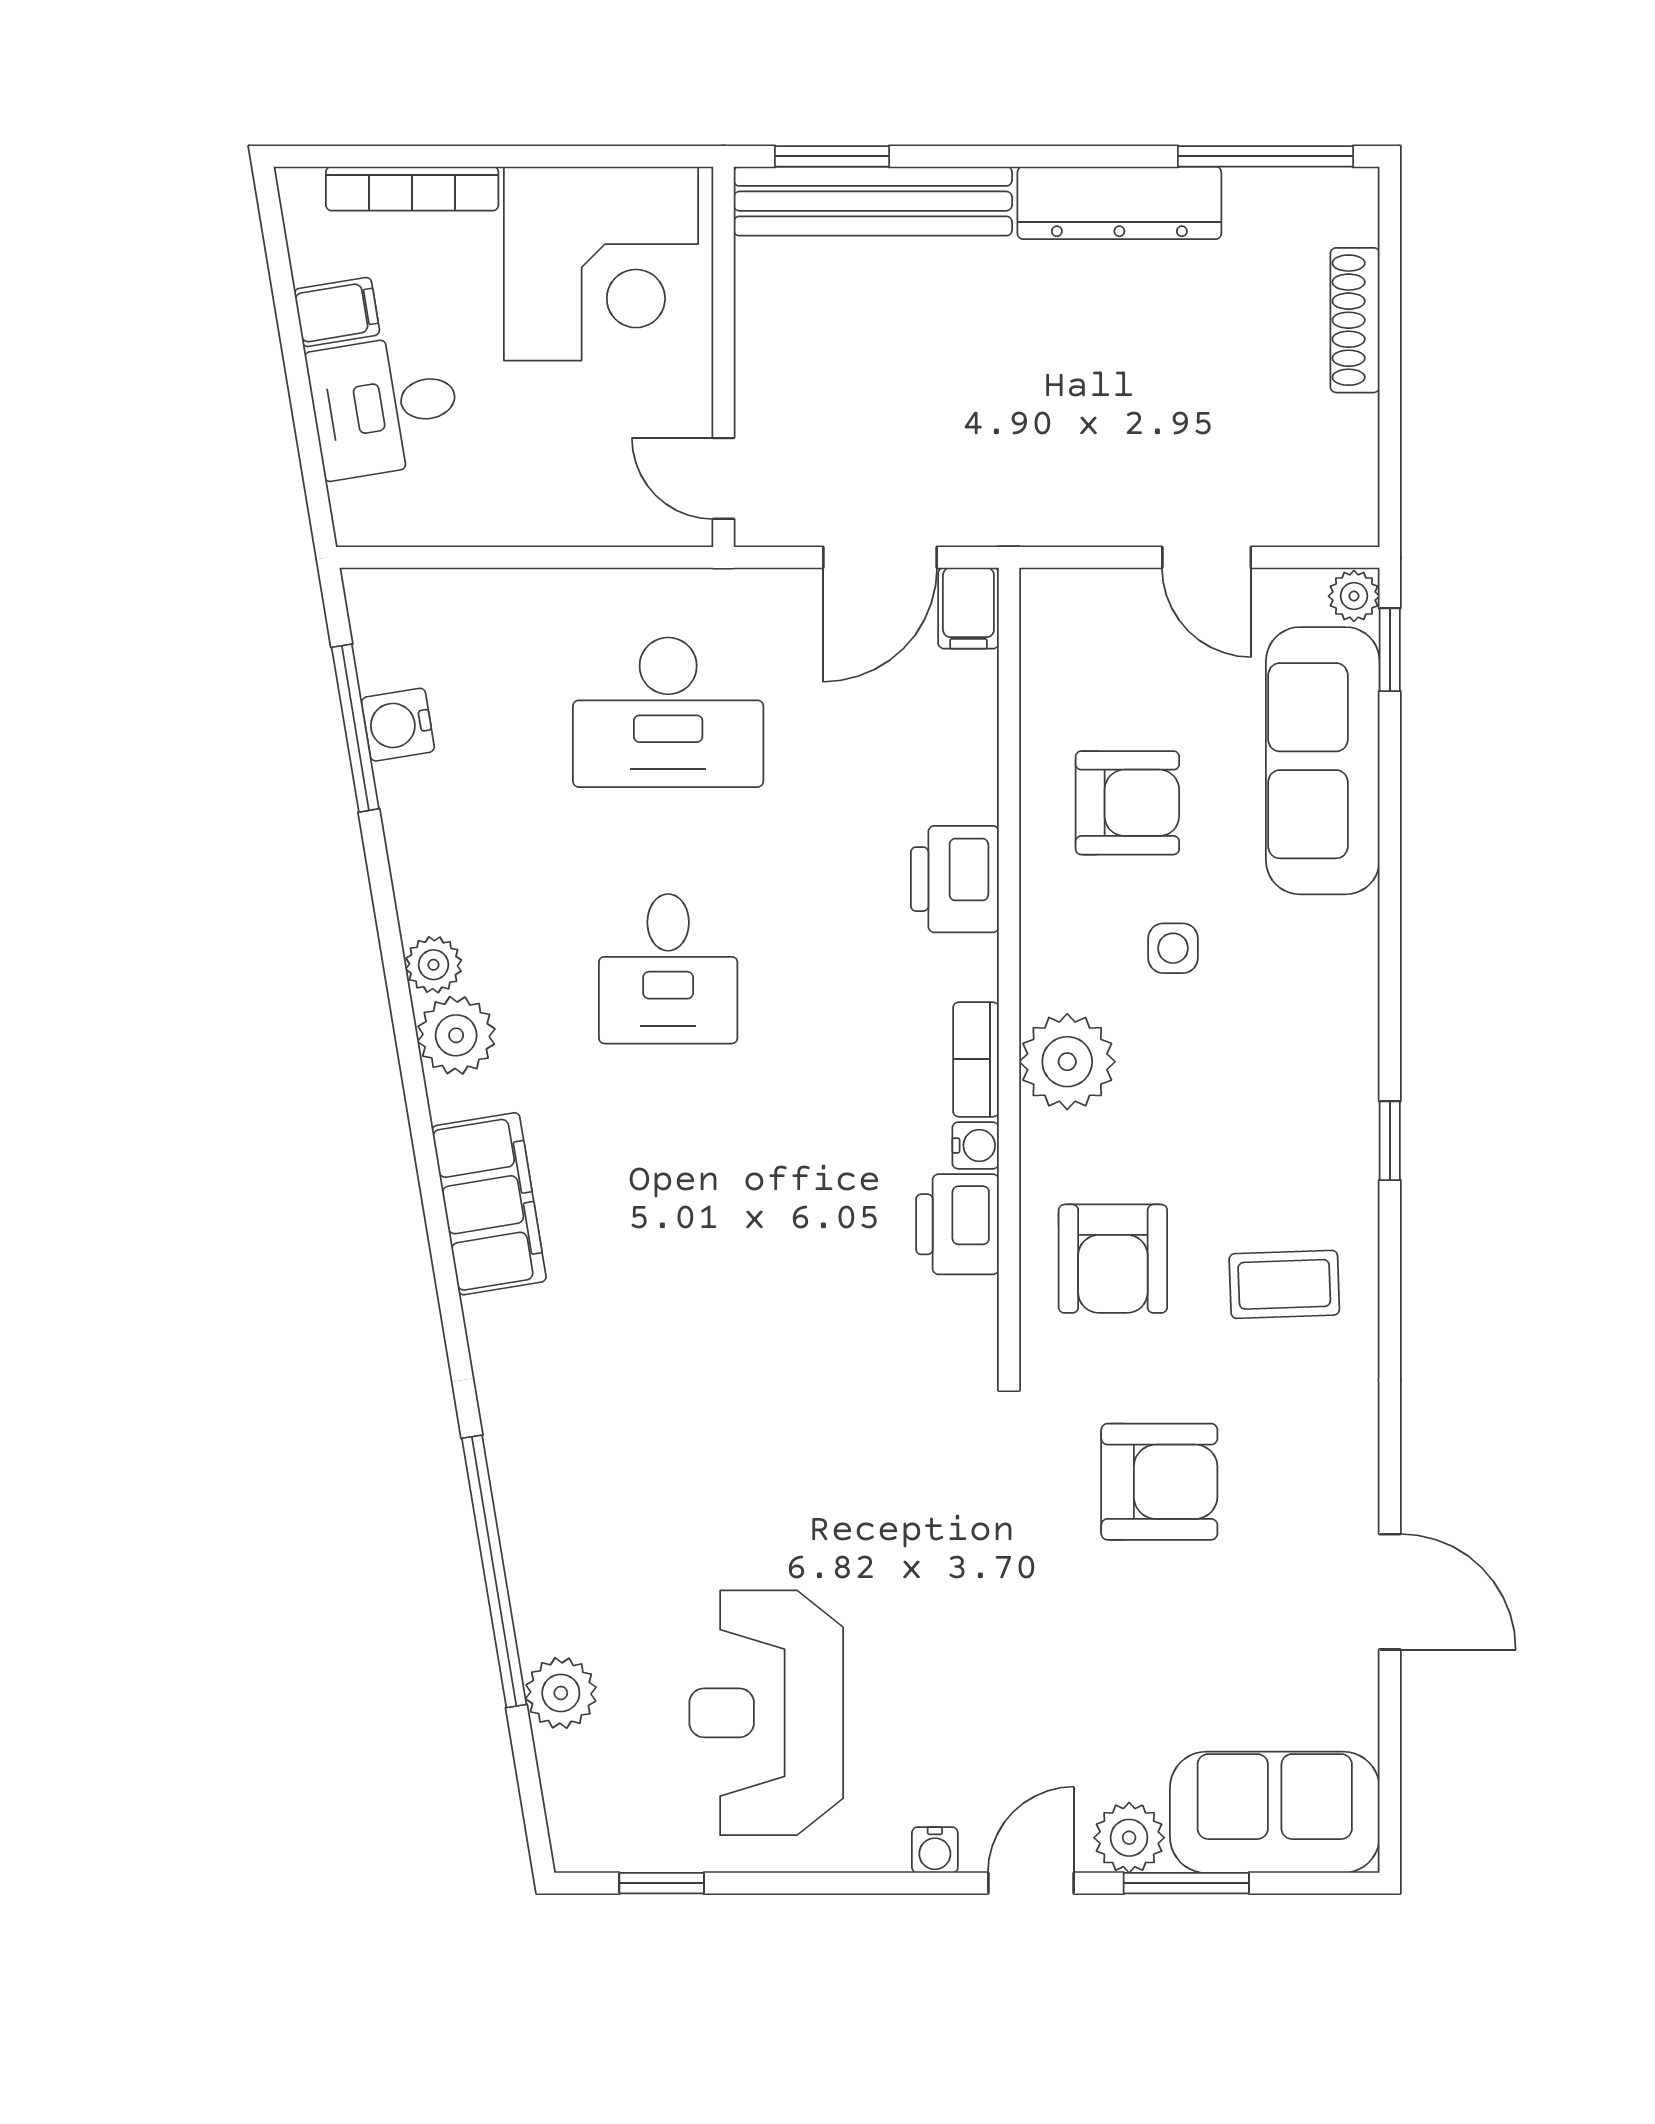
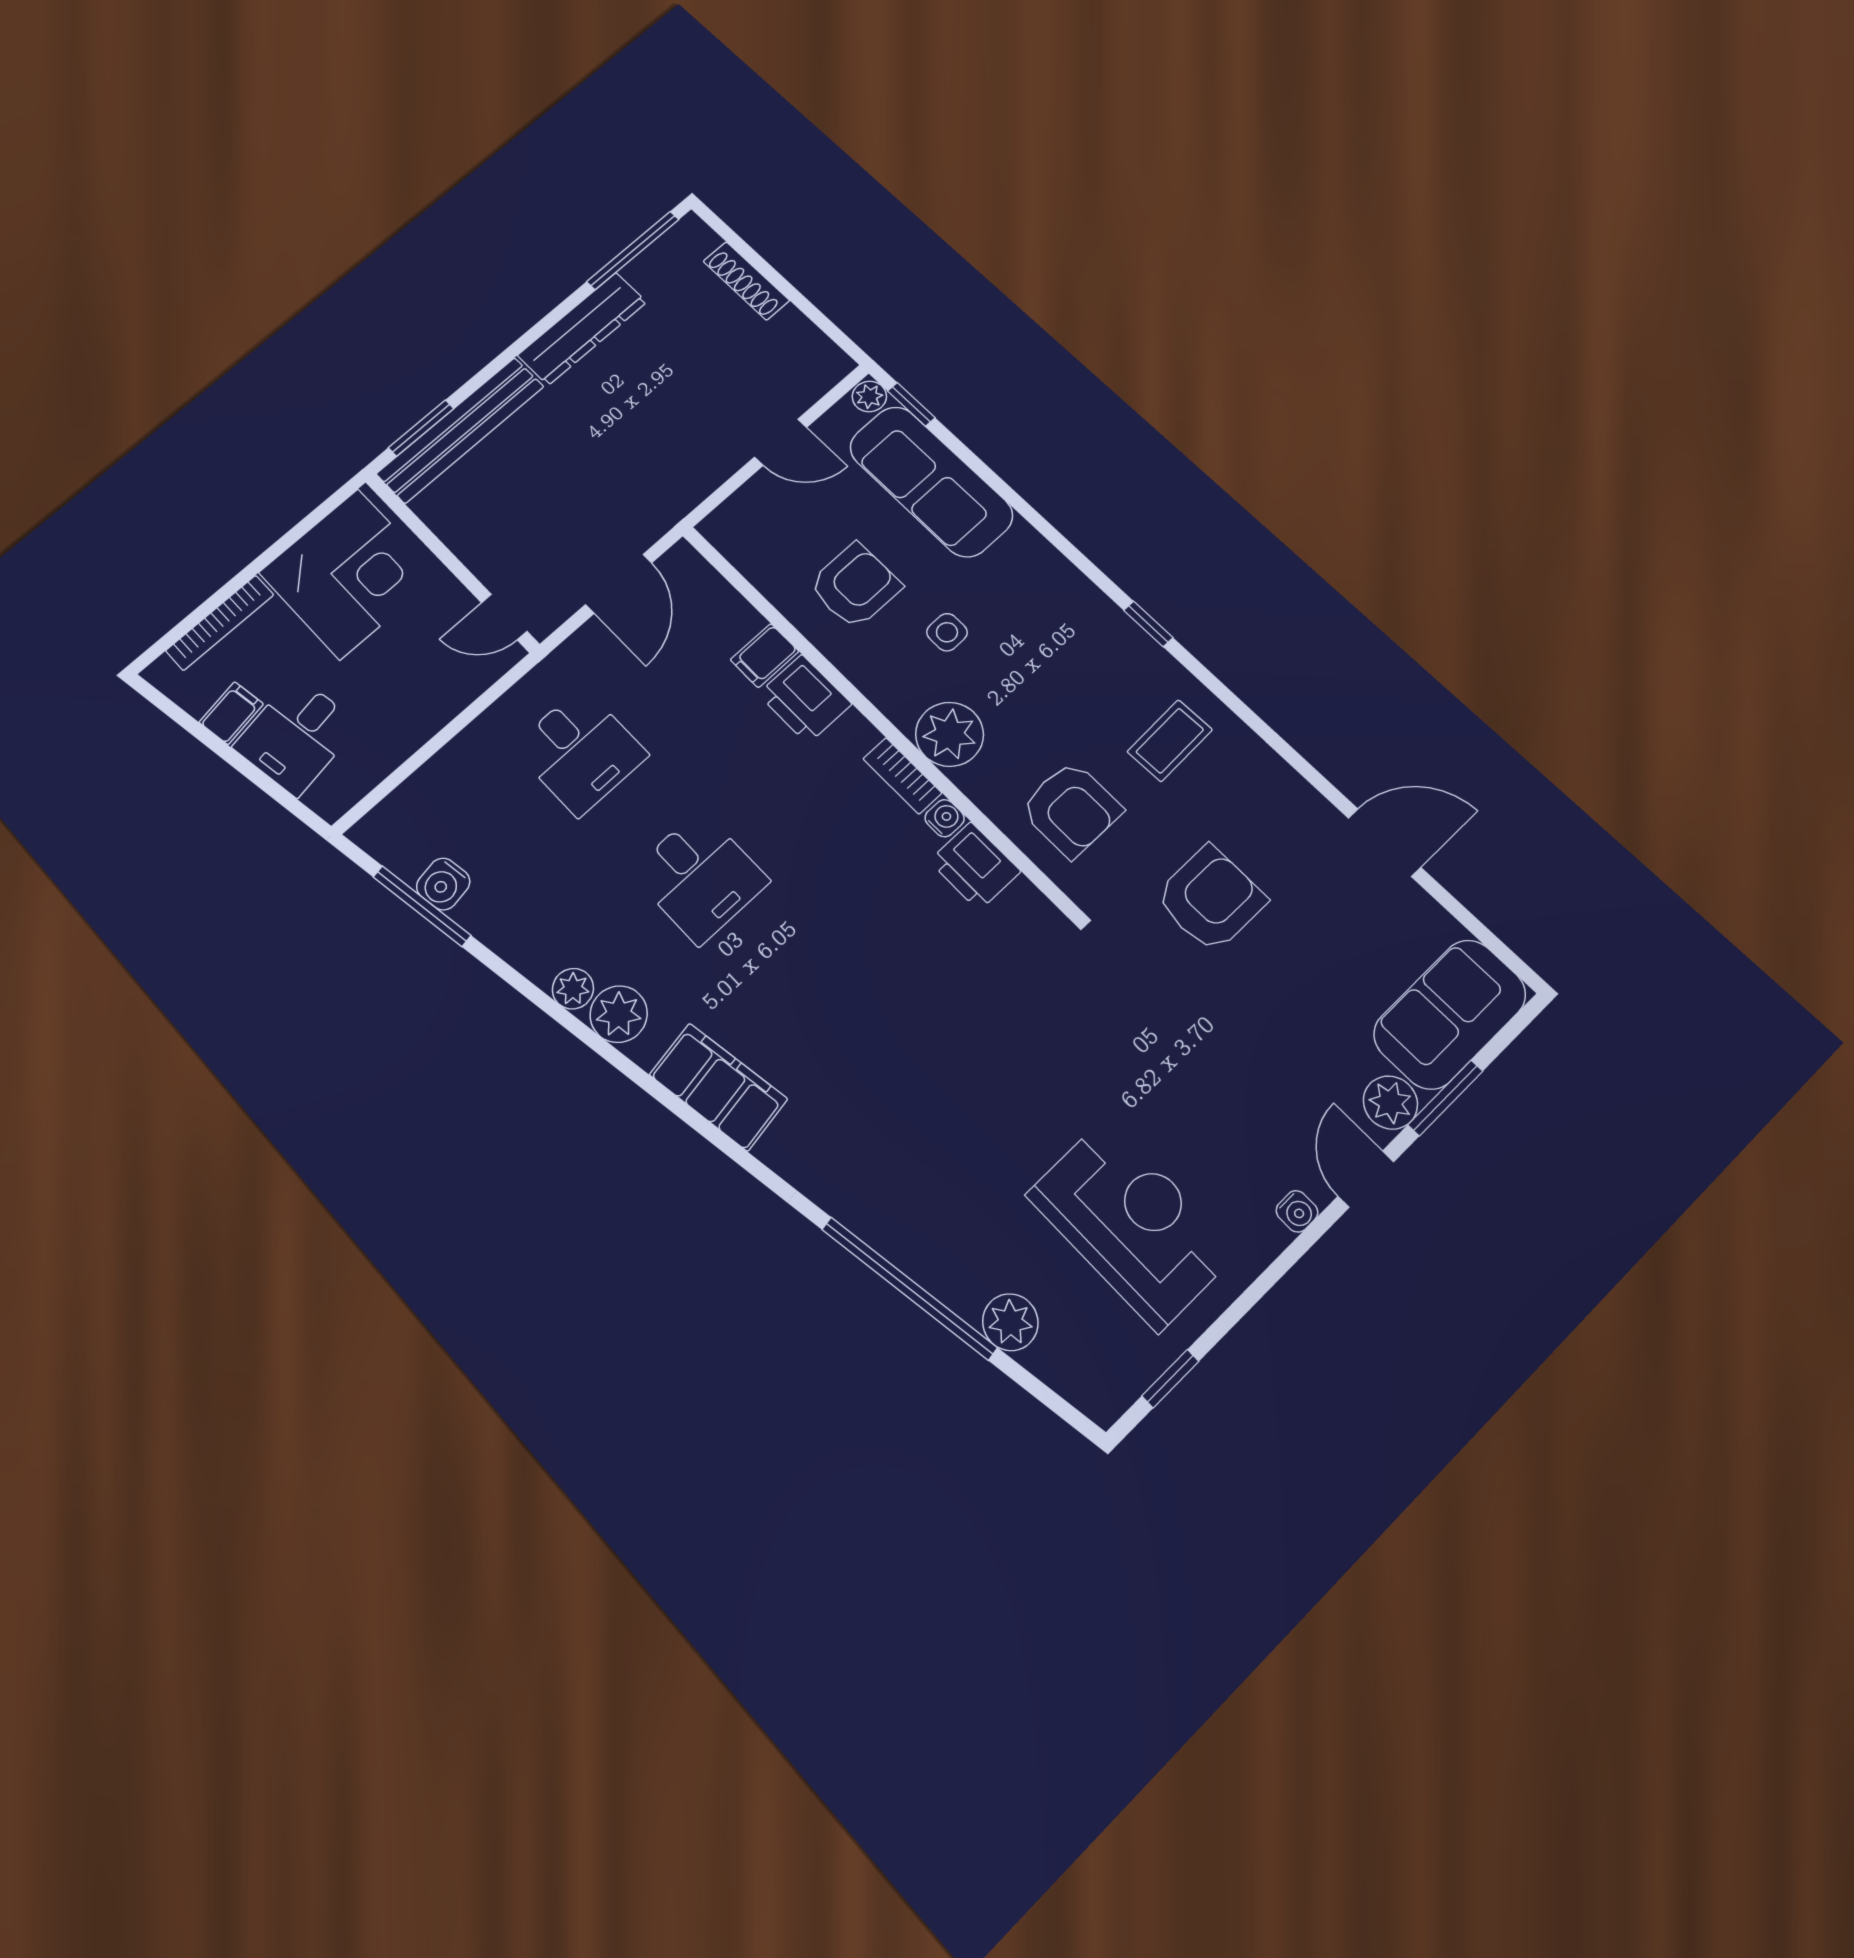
filing cabinet: (968, 608) -> (765, 656), moved, turned 90
desk: (668, 712) -> (580, 751), width x0.73
reception desk: (766, 1713) -> (1132, 1223), turned 180

